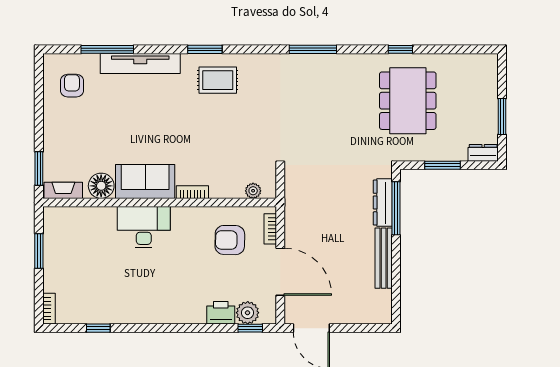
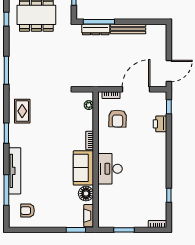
rug: (218, 80) -> (22, 111), moved
plant: (248, 313) -> (160, 108), removed

